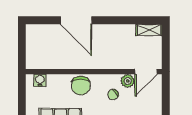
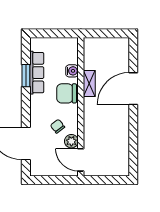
shelving: (149, 30) -> (89, 84), moved
water cooler: (40, 80) -> (72, 71), moved

